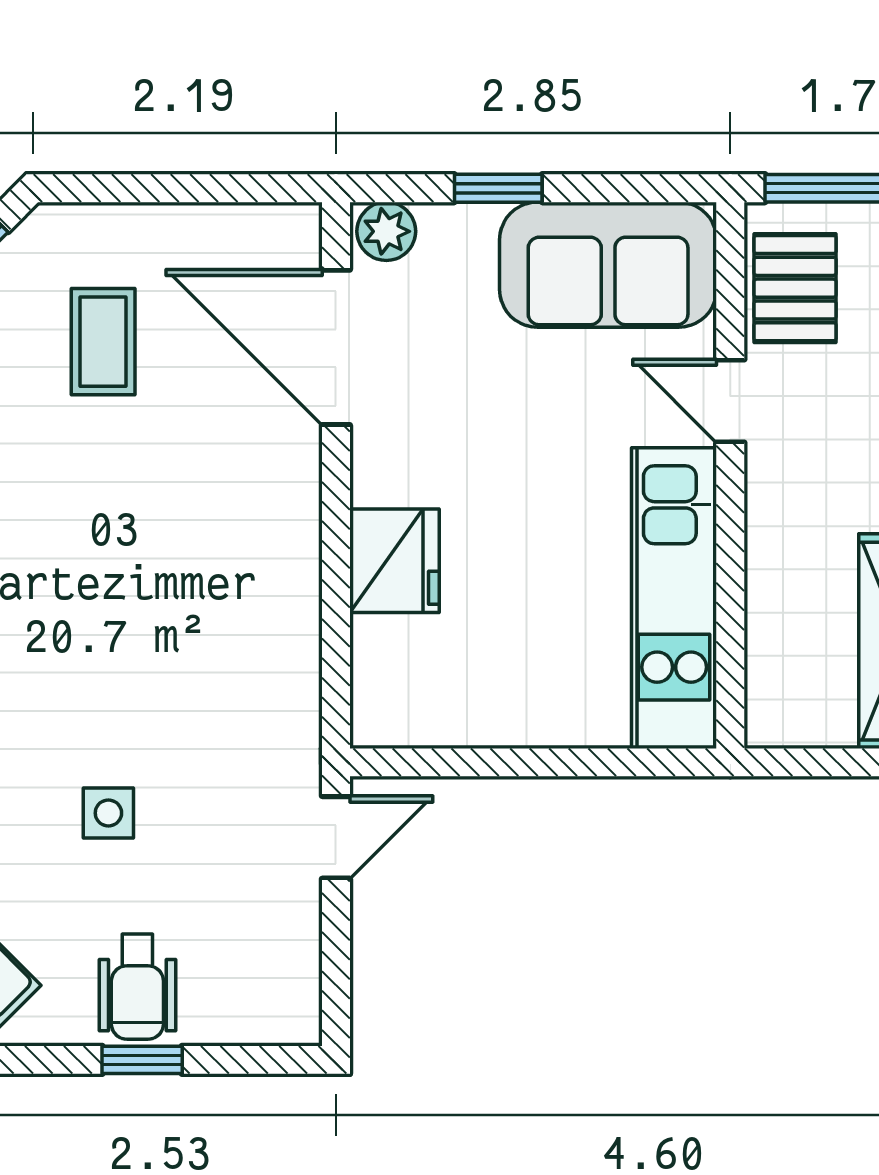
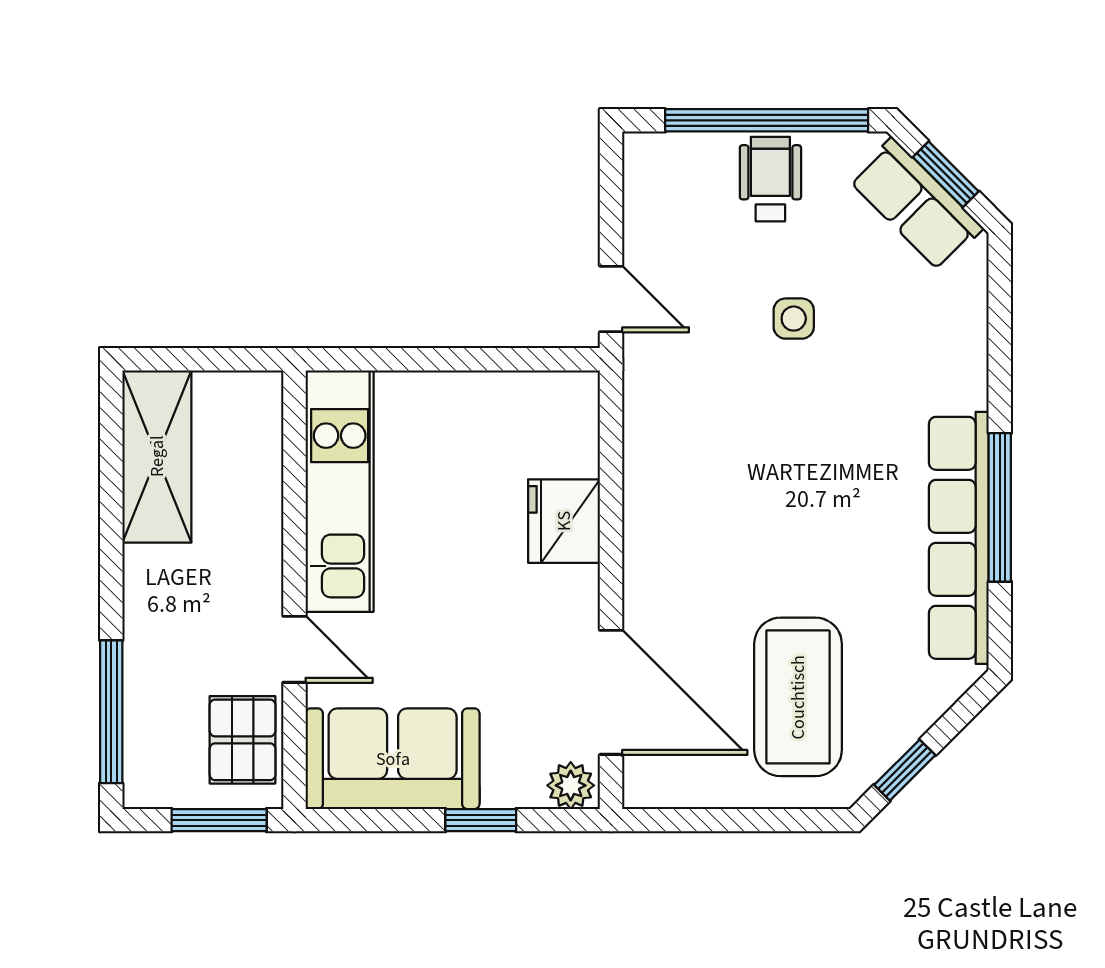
coffee table: (103, 342) -> (798, 697), width x1.86, depth x1.72
door: (336, 837) -> (611, 299), swing flipped
window: (142, 1060) -> (767, 120), width x3.17

